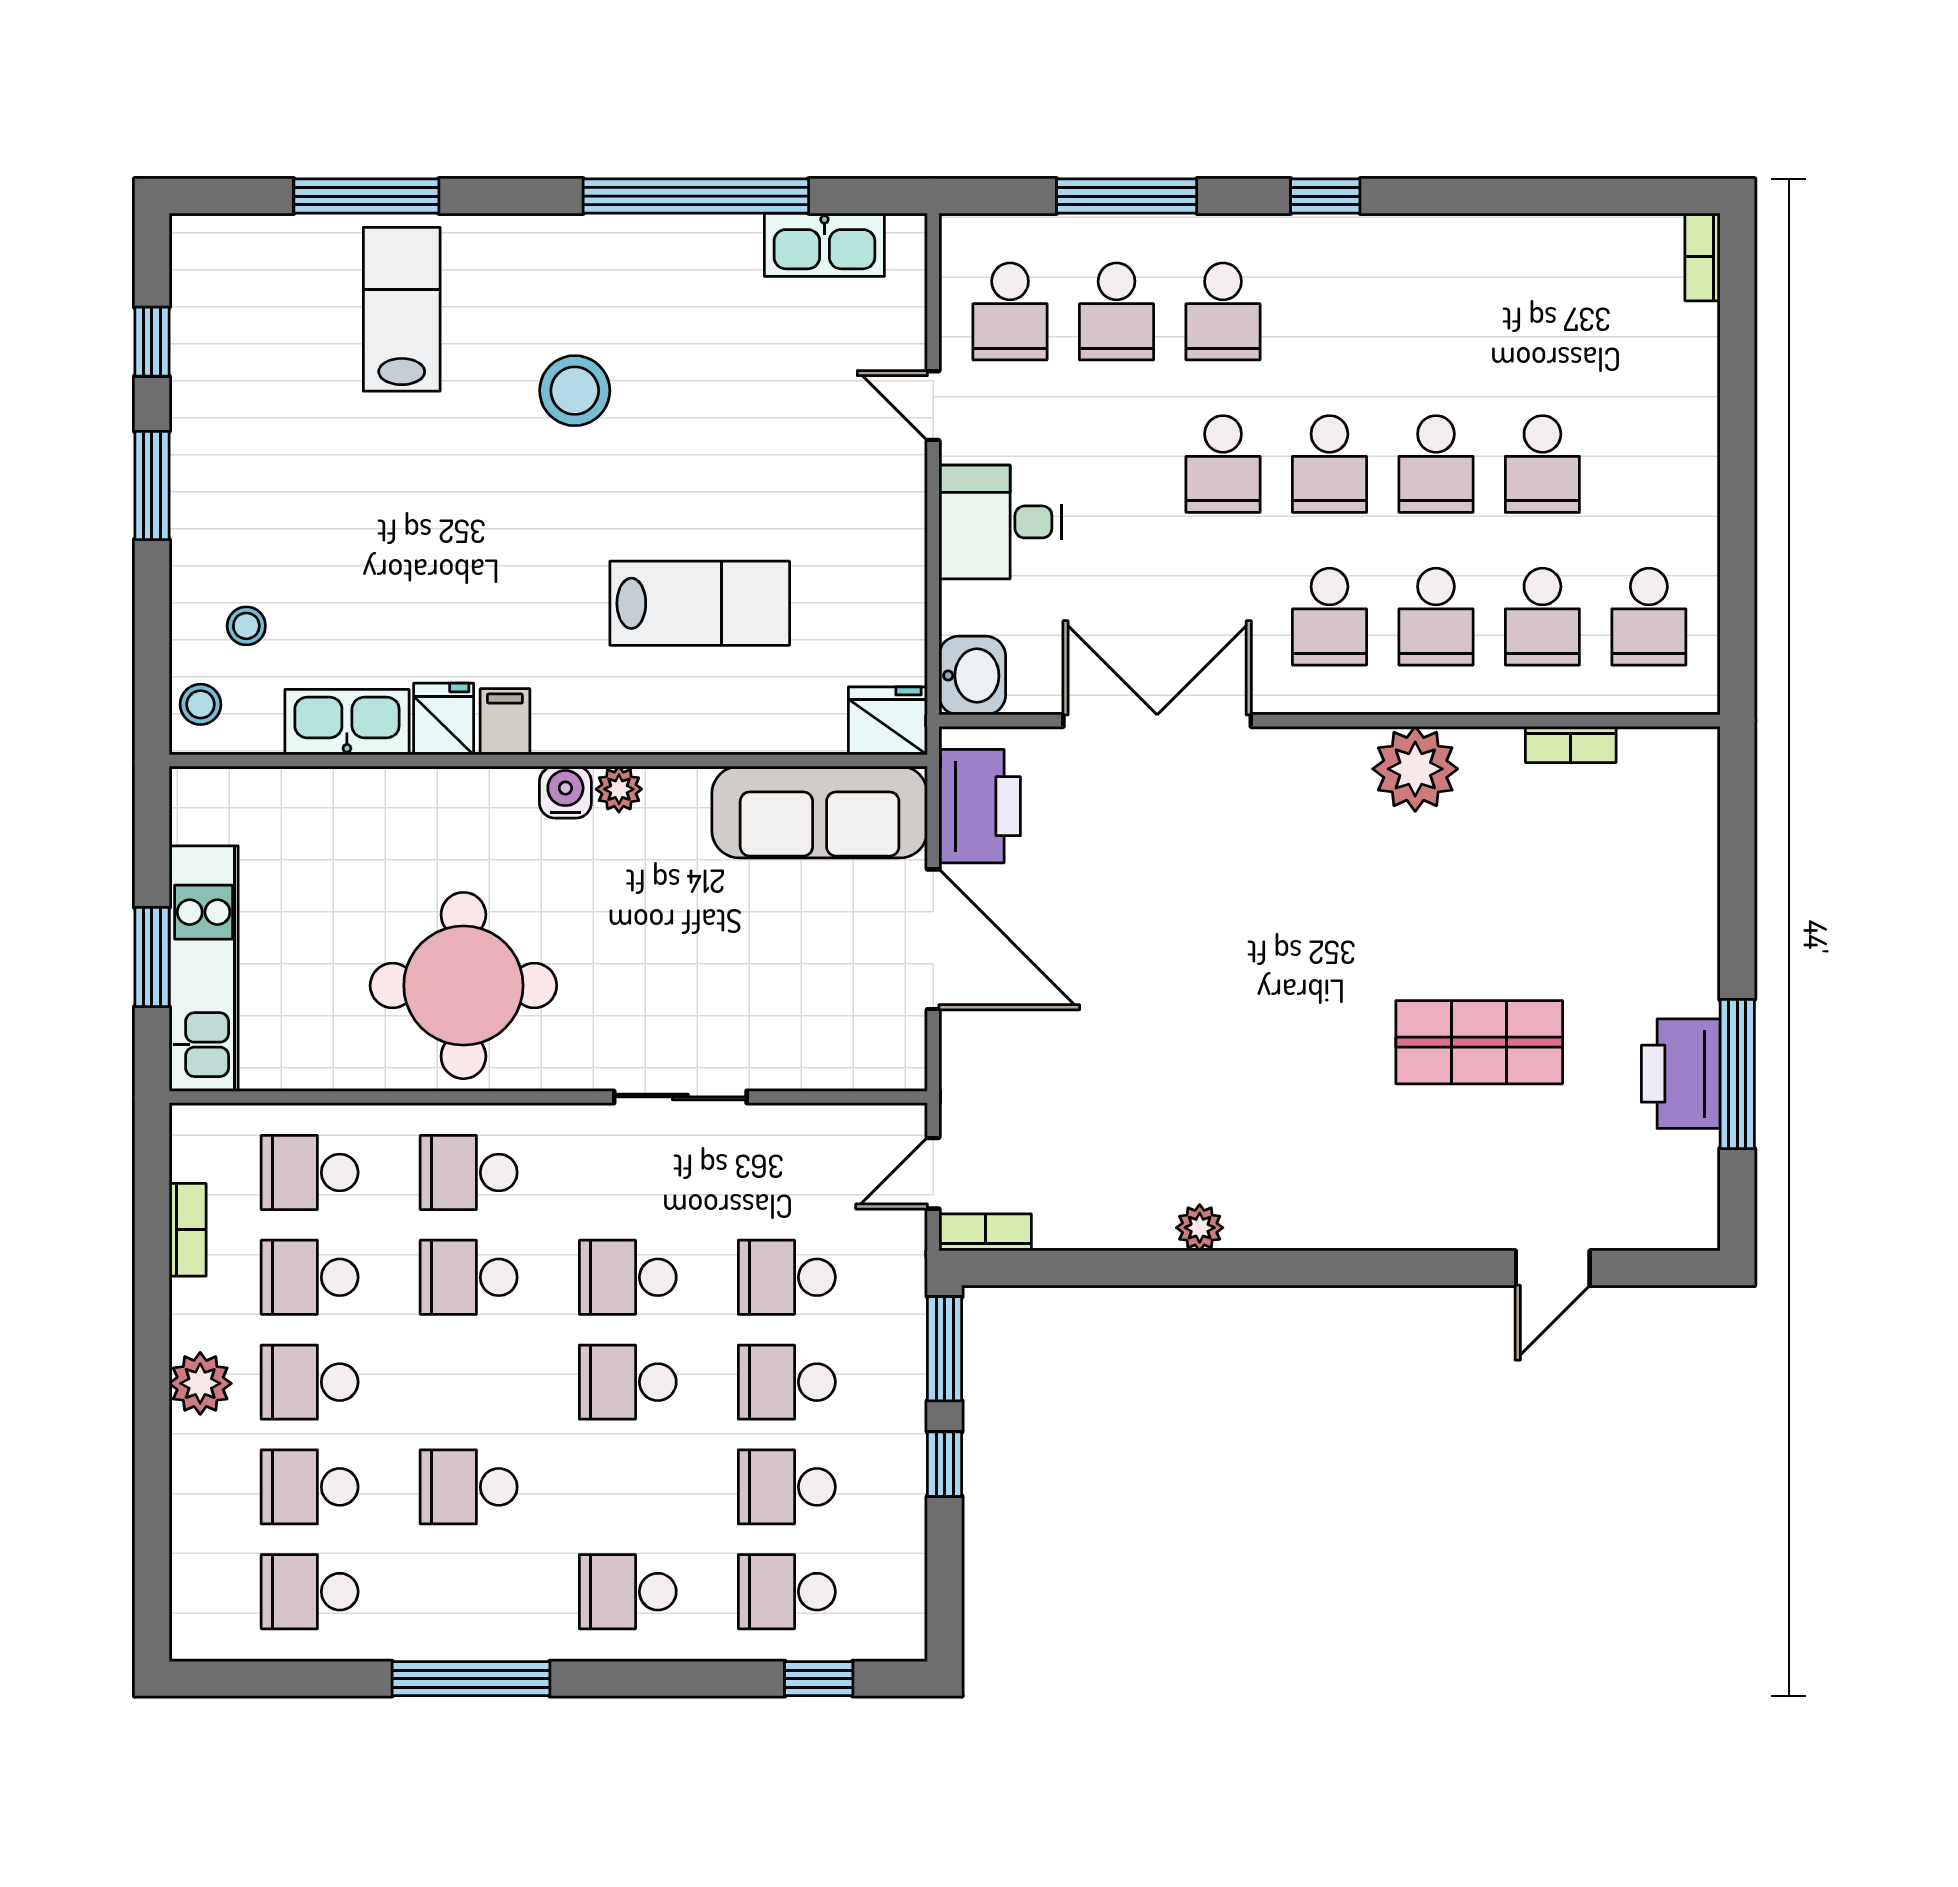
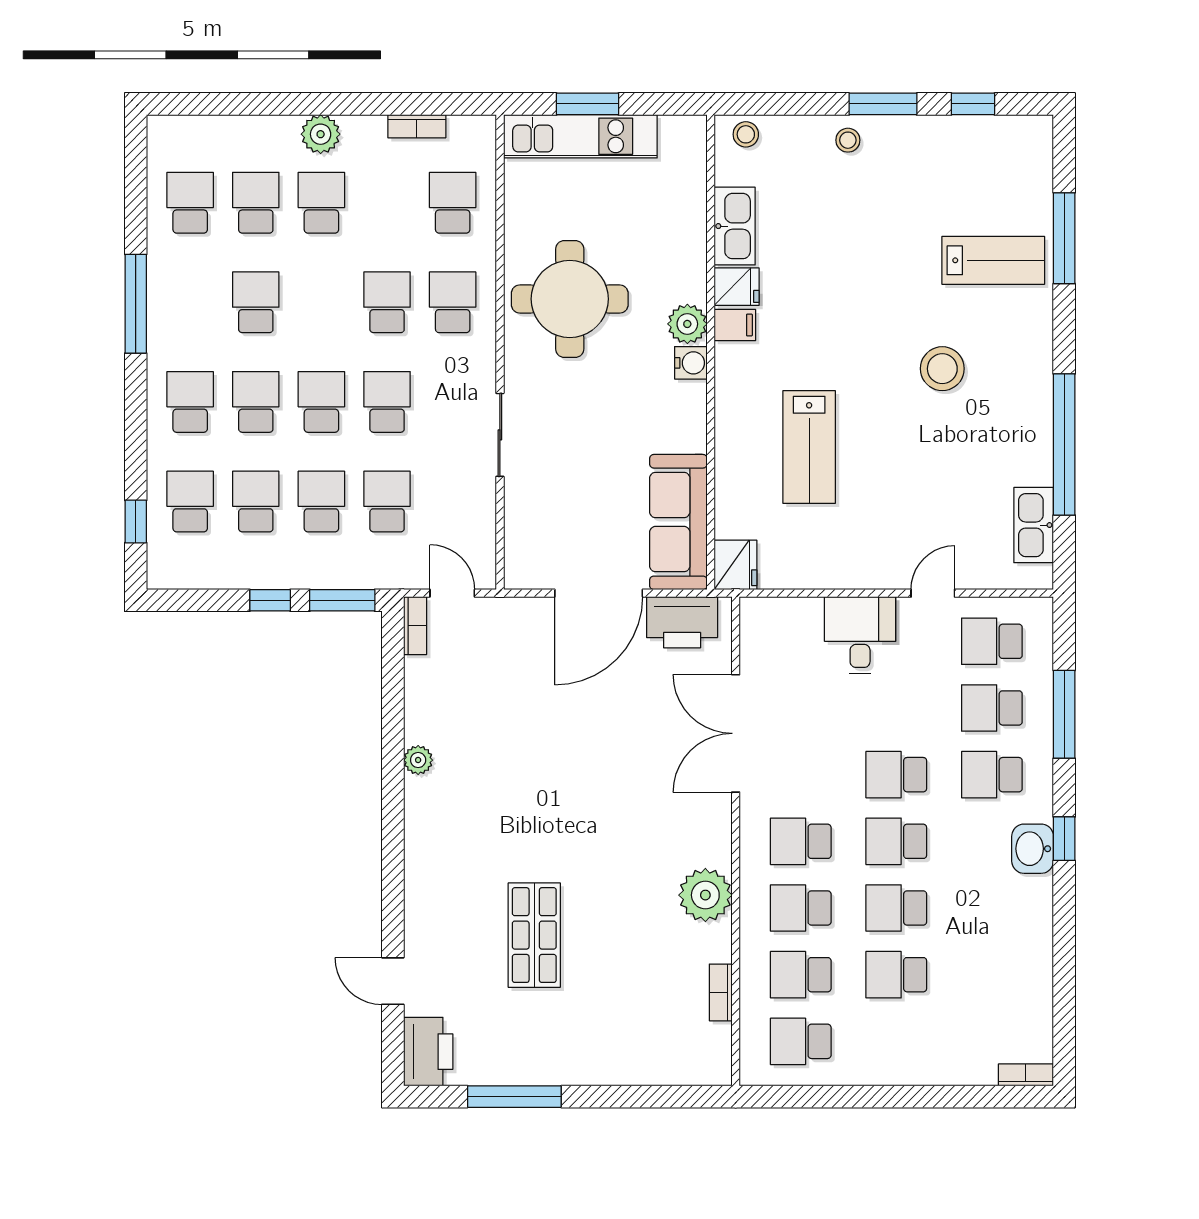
stool: (246, 626) -> (848, 140), moved
washbasin: (972, 676) -> (1033, 849), moved, turned 90
double door: (1157, 721) -> (736, 733), swing flipped
plant: (619, 789) -> (687, 324), moved, width x1.38, depth x1.38
printer: (1681, 1074) -> (428, 1052), moved, turned 90
school desk: (310, 1277) -> (256, 402), moved

